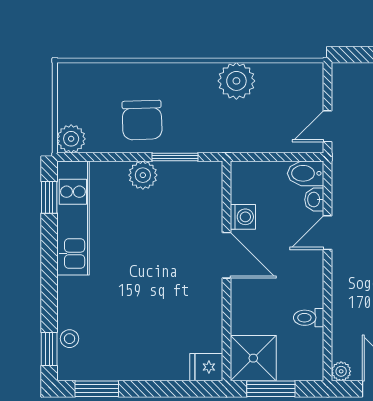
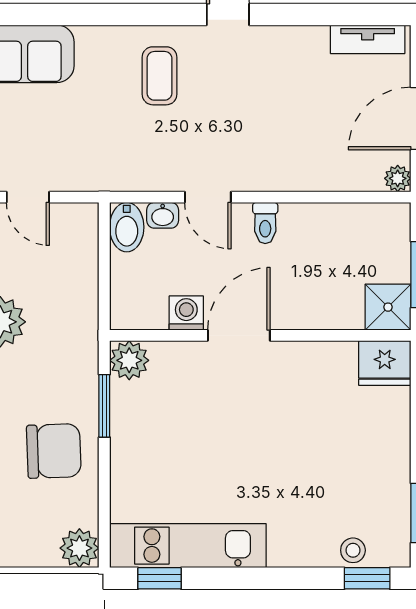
door: (328, 126) -> (28, 197), moved
plant: (143, 175) -> (129, 360), moved
toilet: (309, 318) -> (265, 223), moved
shower: (253, 358) -> (388, 307), width x0.73, depth x0.73
fridge: (206, 367) -> (385, 363), width x1.38

